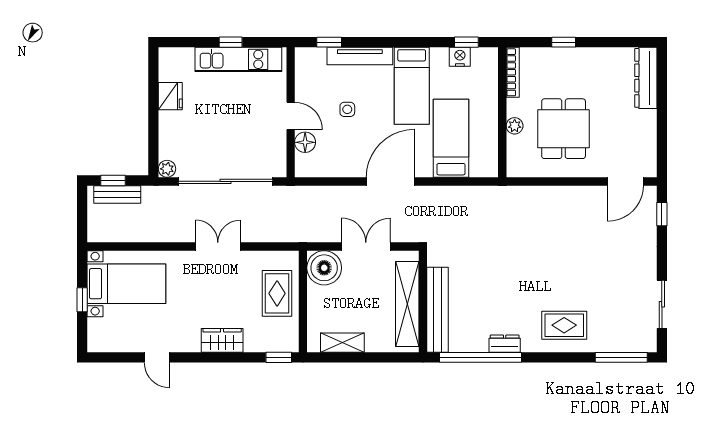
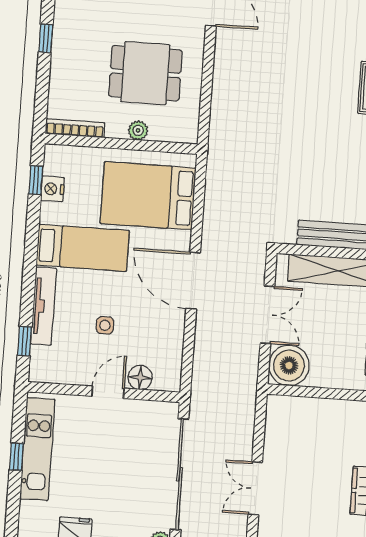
window: (564, 42) -> (46, 38), moved
bed: (451, 138) -> (148, 196), width x1.50
double door: (366, 247) -> (267, 315), swing flipped
rug: (277, 293) -> (315, 423), removed

